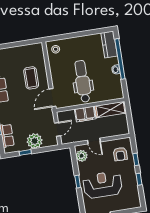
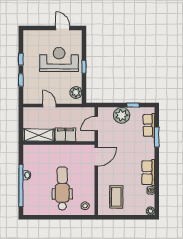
kitchen counter: (109, 44) -> (30, 202), removed
coffee table: (31, 78) -> (116, 197), moved
dental chair: (83, 81) -> (62, 188), moved, turned 180
door: (94, 141) -> (49, 106), moved
armchair: (120, 154) -> (36, 88), removed
reception desk: (103, 185) -> (59, 59), turned 180

